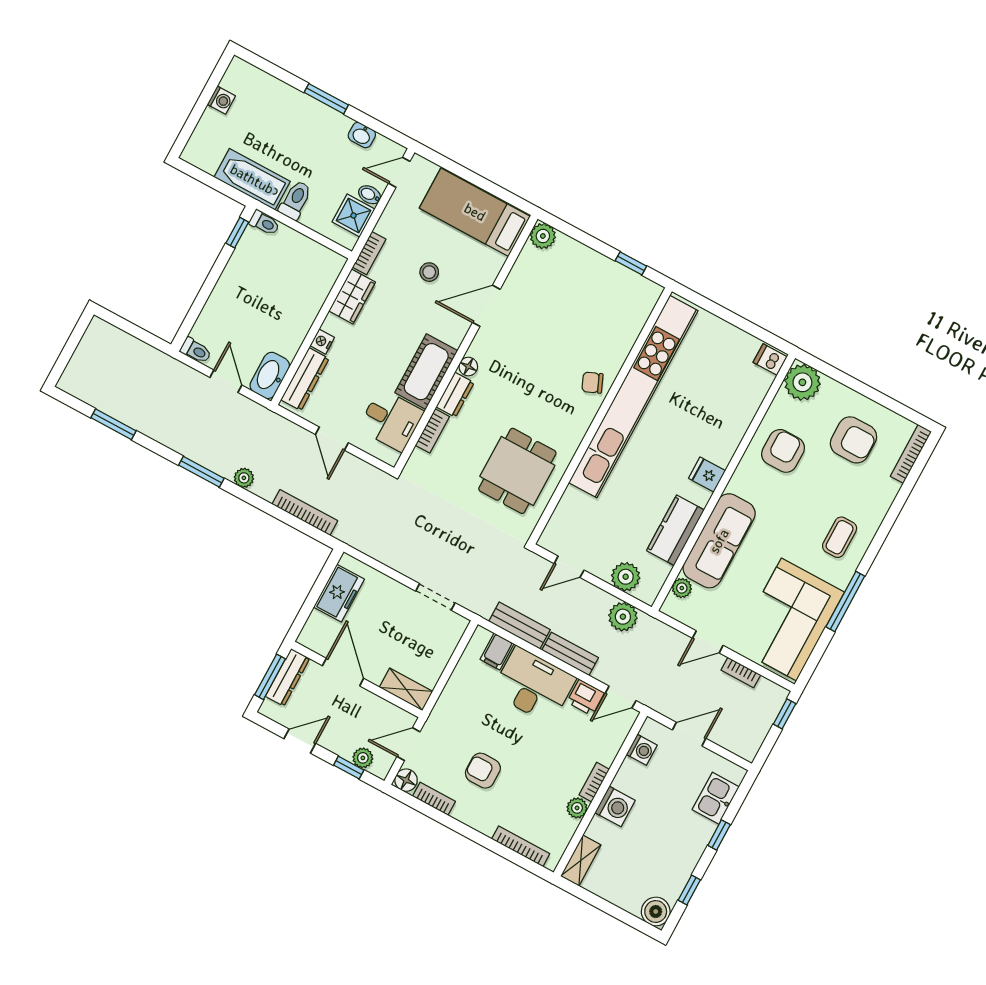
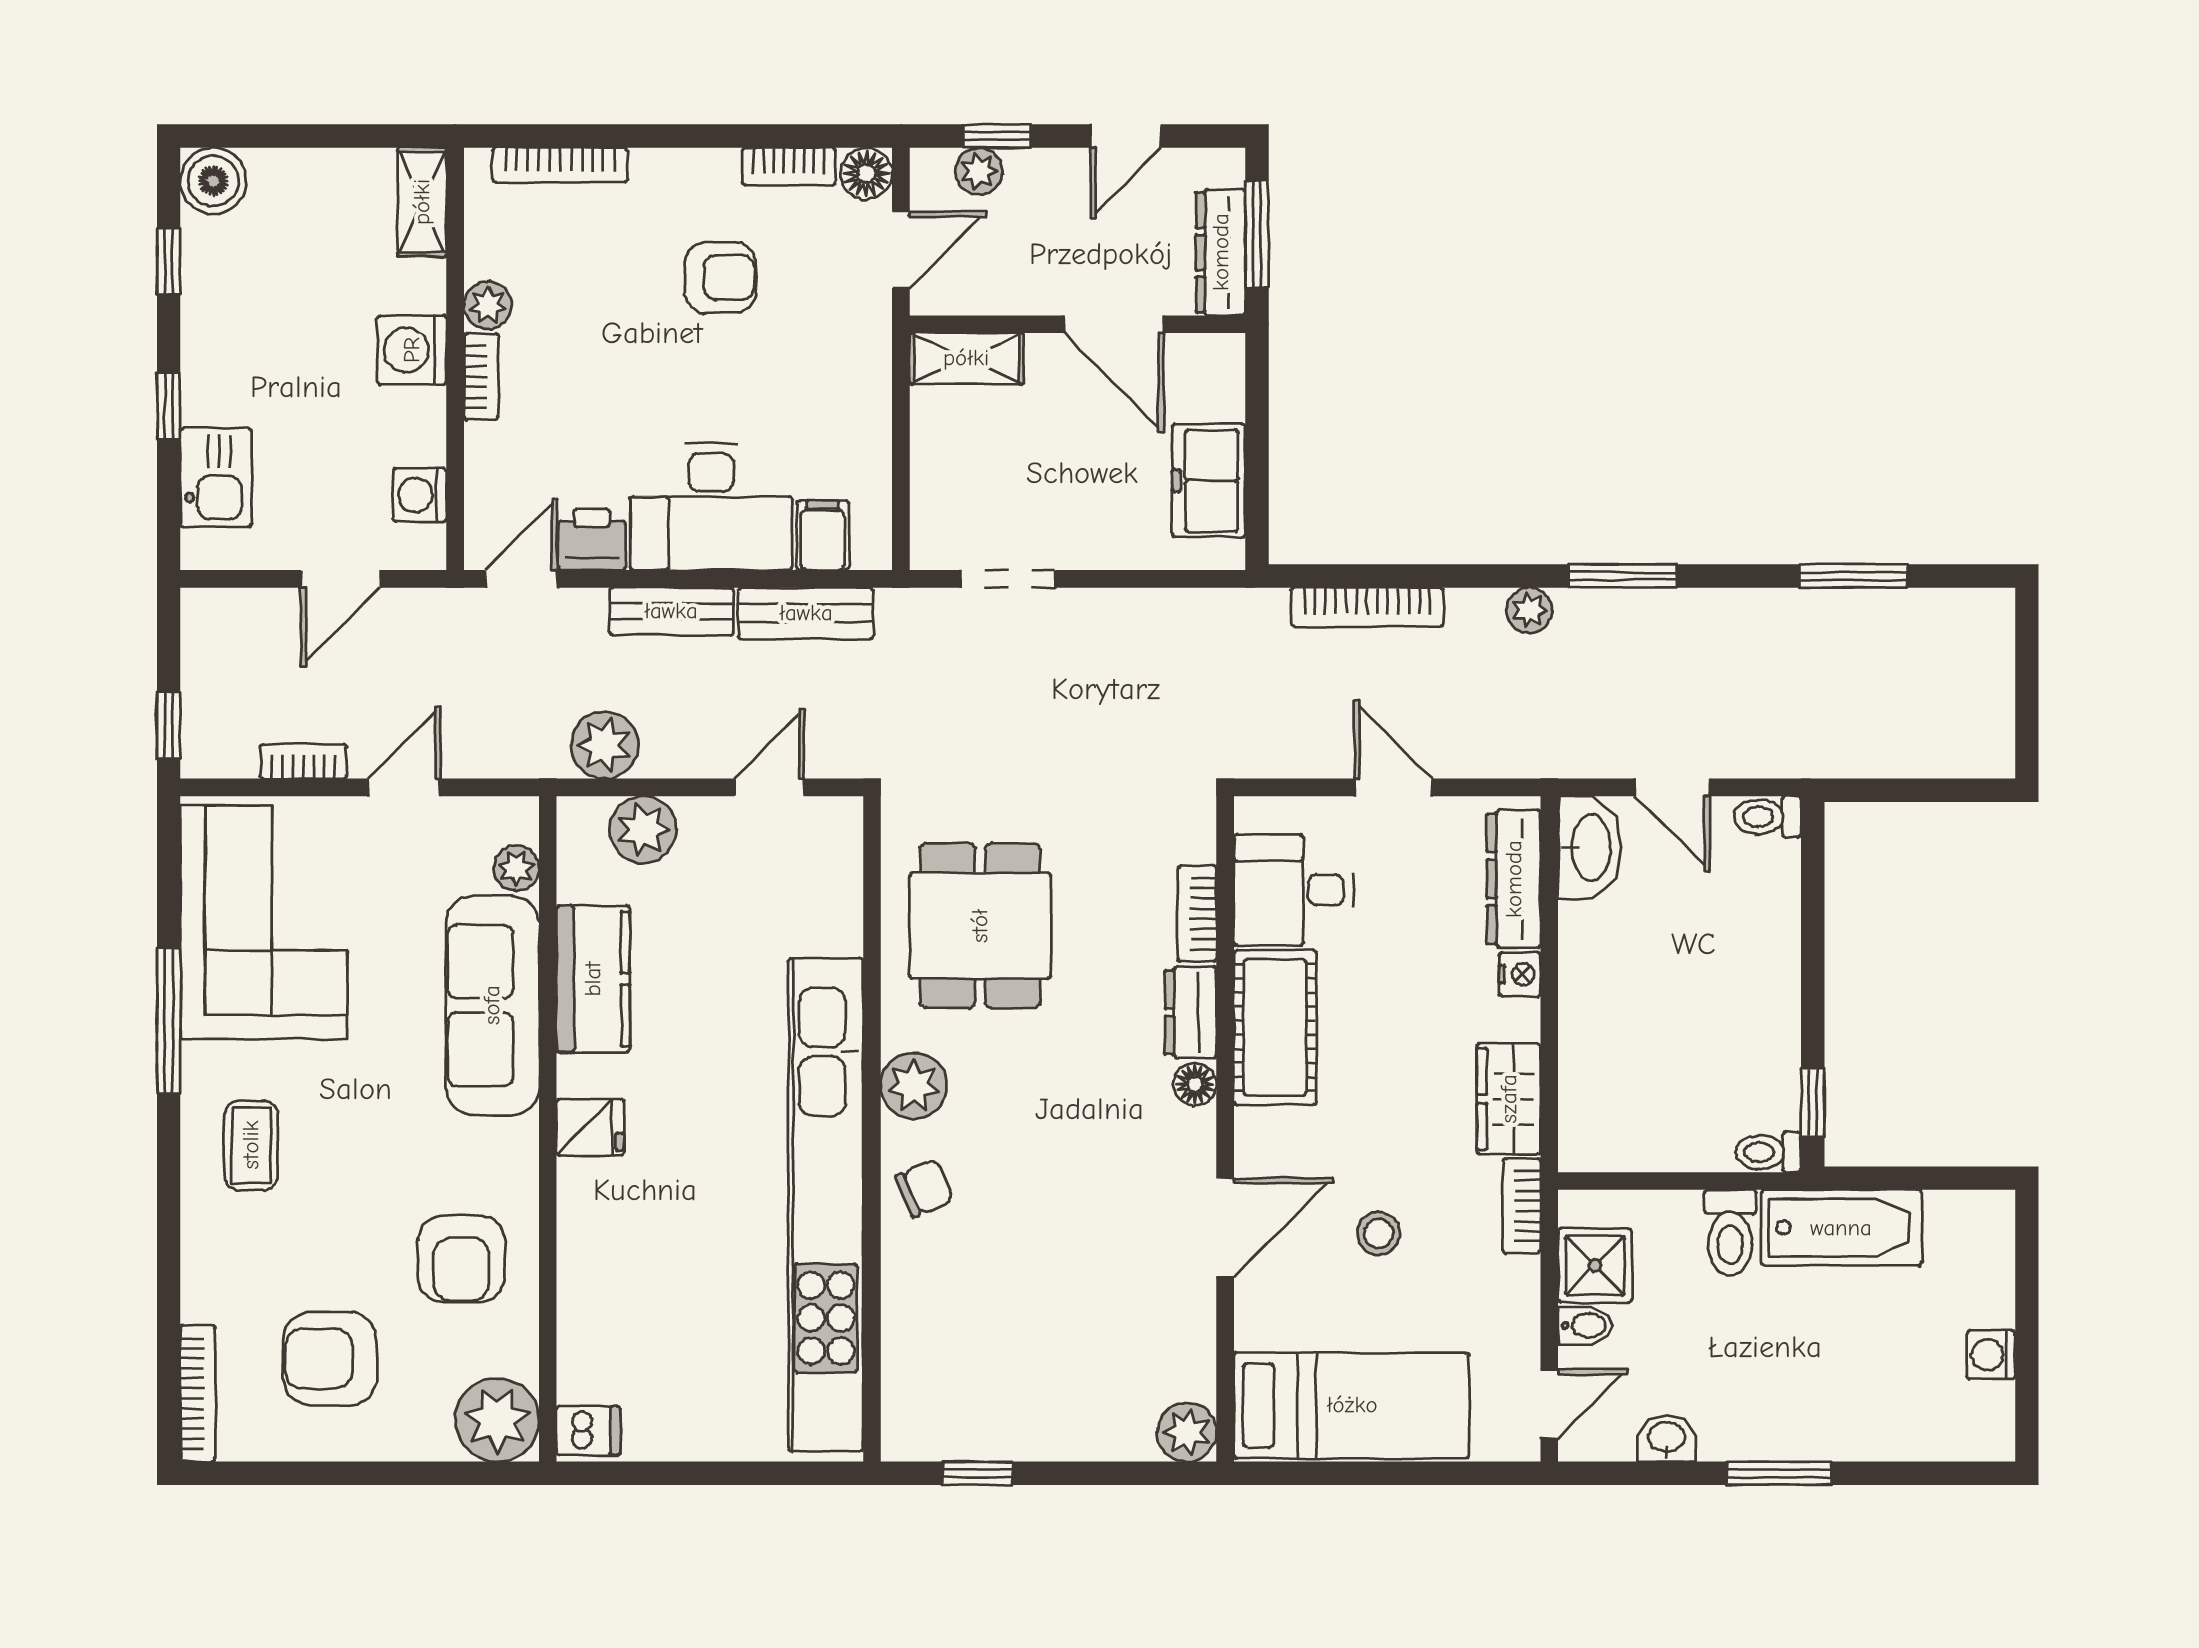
plant: (576, 424) -> (914, 1086), added

